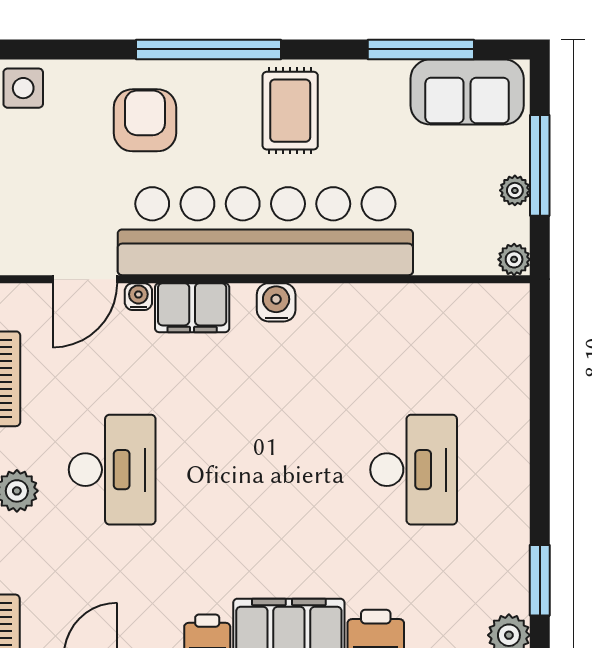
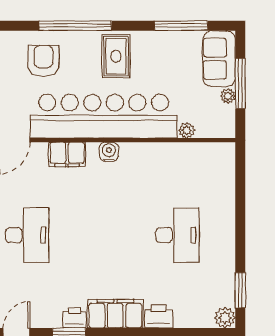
sofa: (467, 92) -> (219, 59), moved, turned 90
plant: (514, 259) -> (187, 130), moved
water cooler: (138, 297) -> (40, 149), removed

